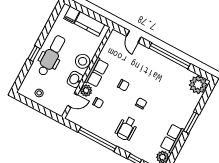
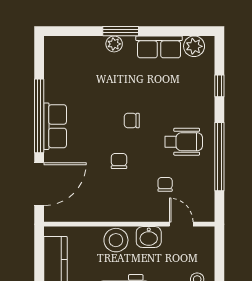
door: (134, 37) -> (39, 184), width x1.88
row of seats: (97, 72) -> (55, 126), moved, turned 90
plant: (198, 85) -> (114, 44), moved, width x0.53, depth x0.53
plant: (86, 90) -> (156, 212), removed
wheelchair: (127, 128) -> (184, 142), moved

